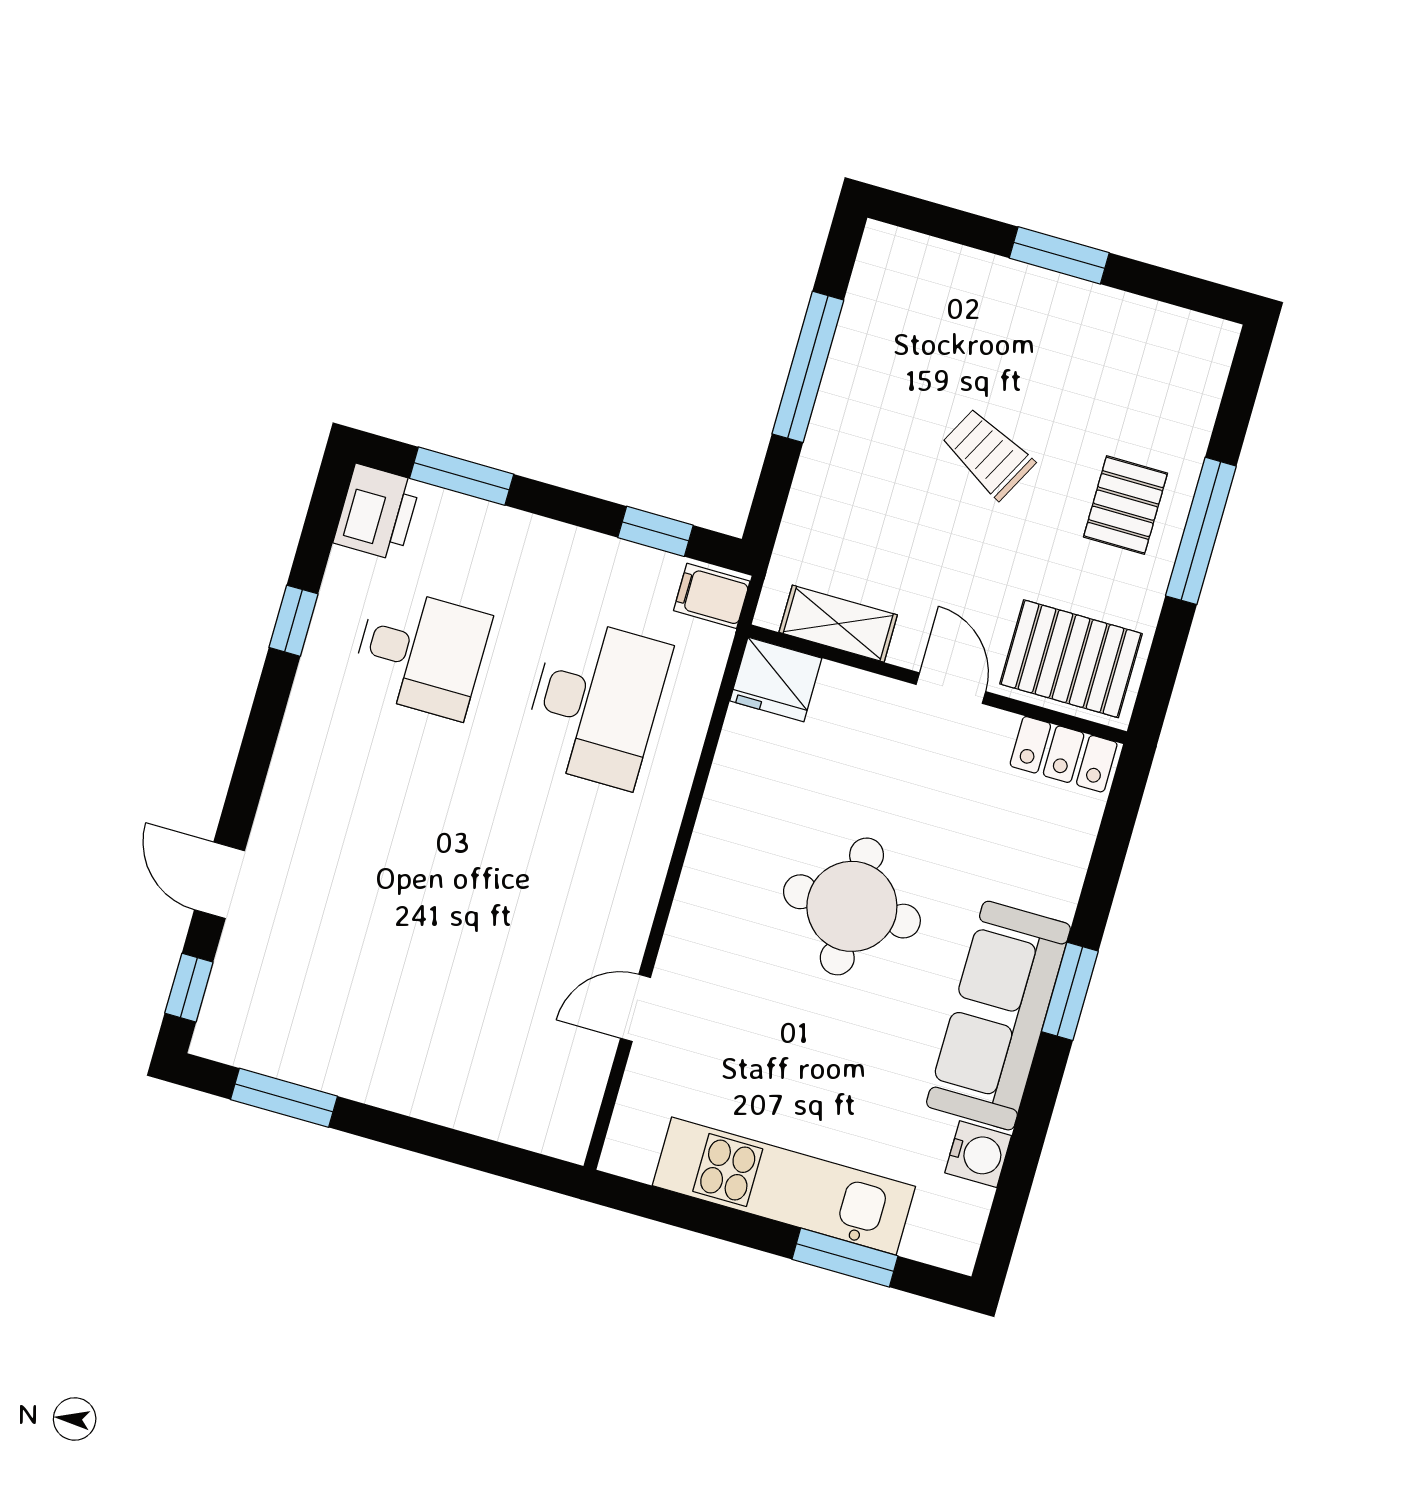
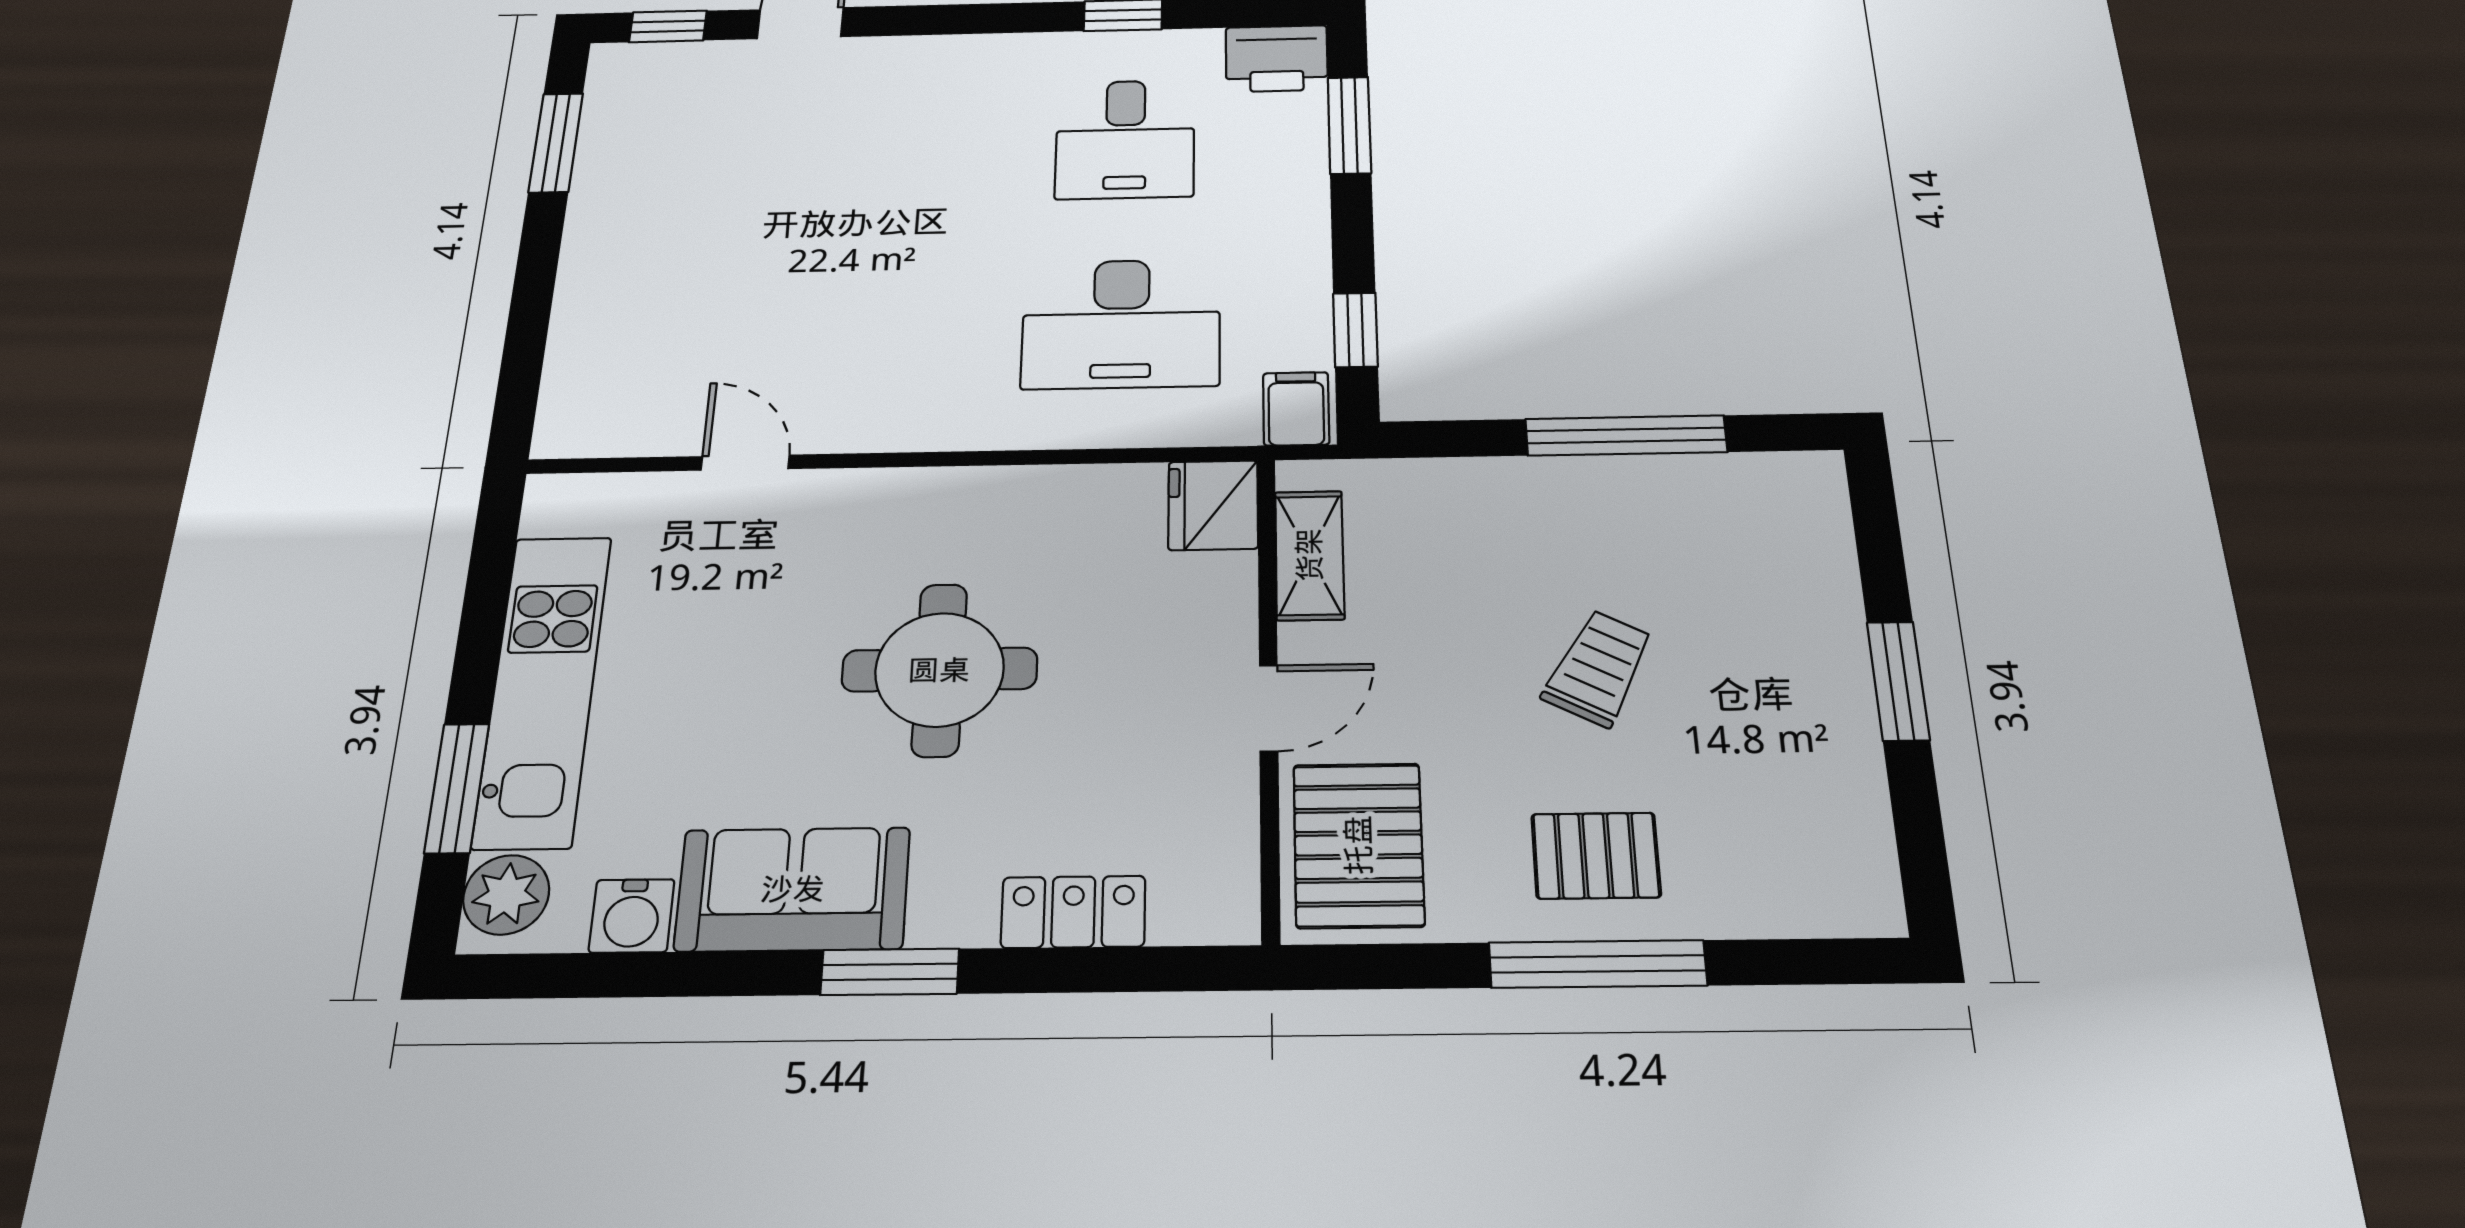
locker: (1064, 754) -> (1073, 912), moved, turned 90
sofa: (998, 1016) -> (793, 889), width x0.73
plant: (937, 1236) -> (506, 895), added

